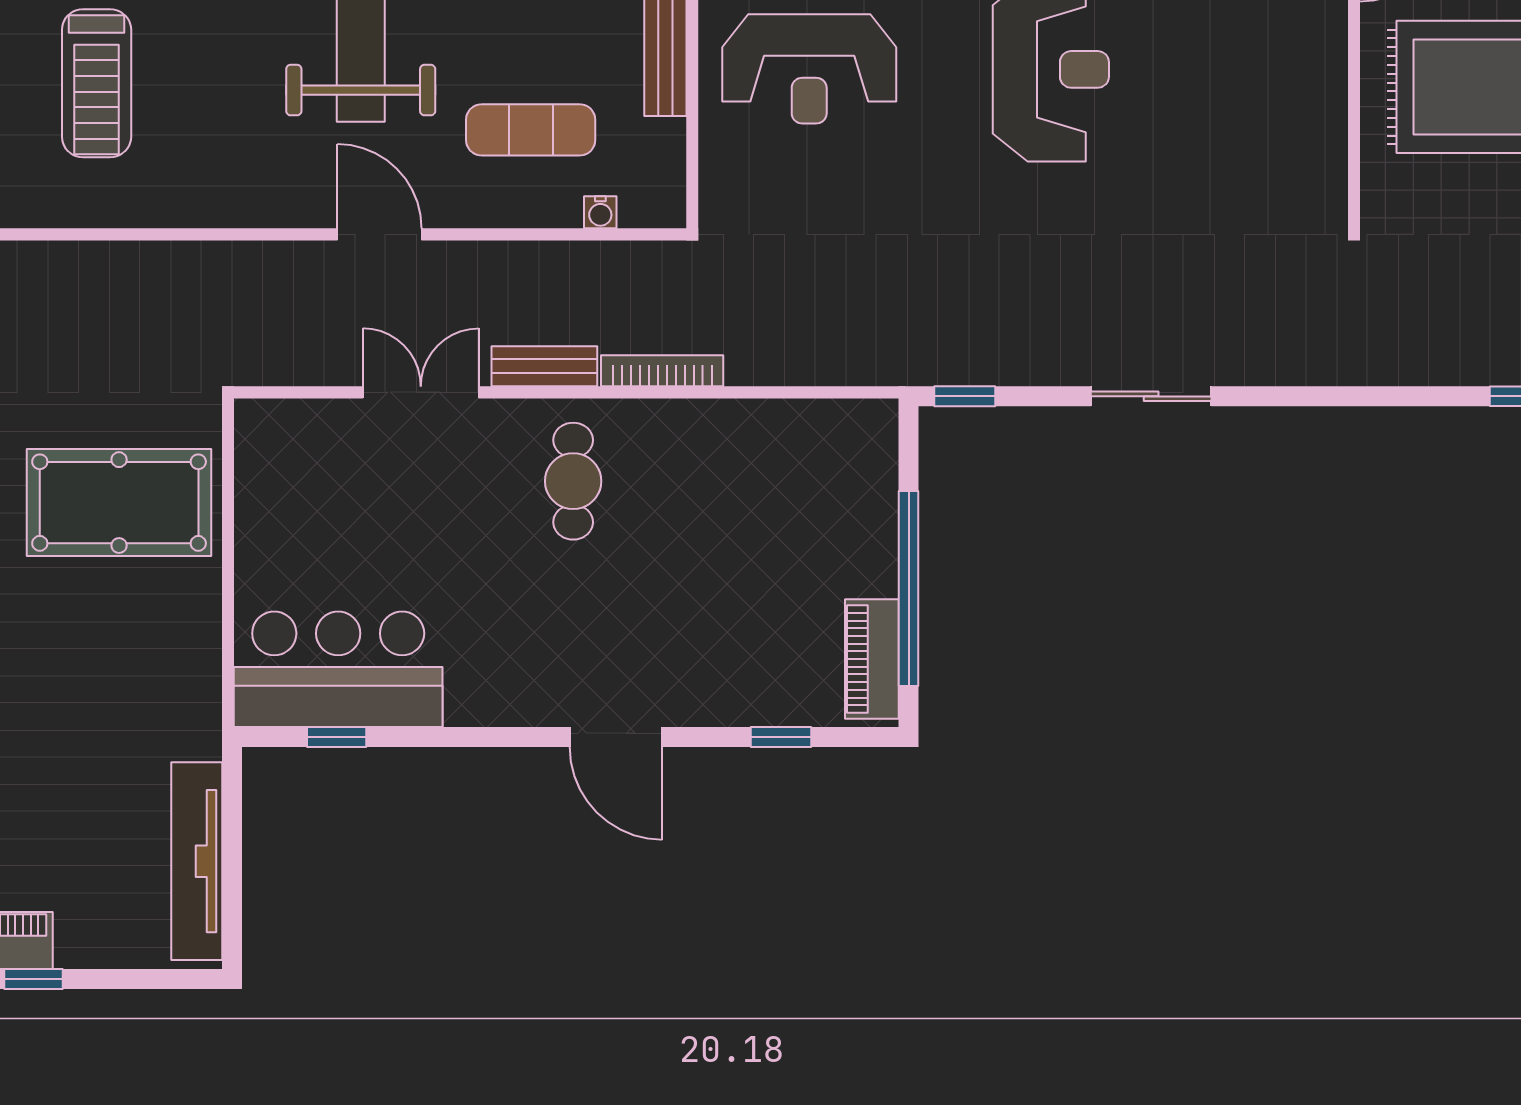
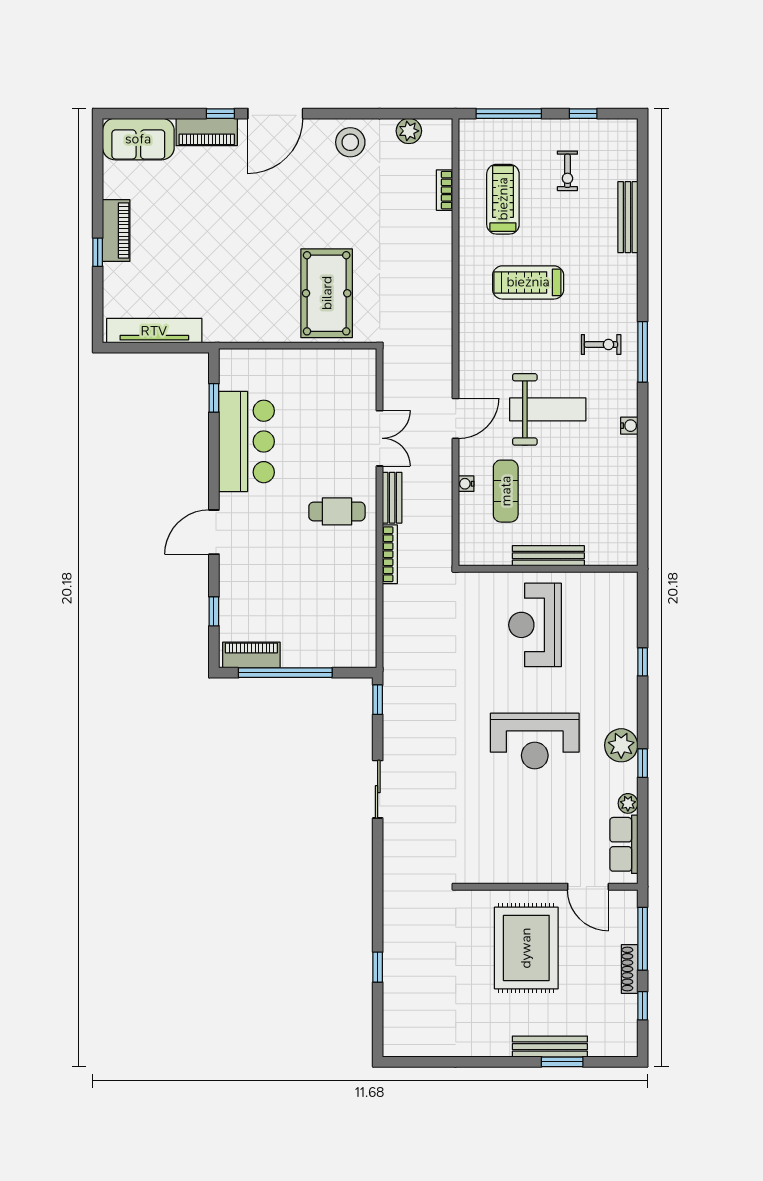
water cooler: (600, 212) -> (466, 484), moved
bar counter: (338, 669) -> (246, 441), moved

